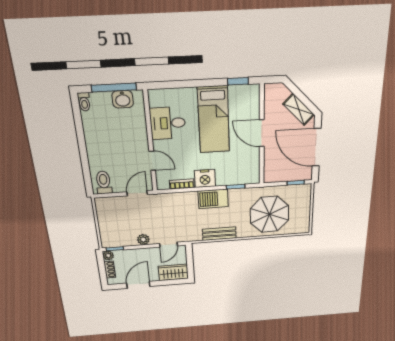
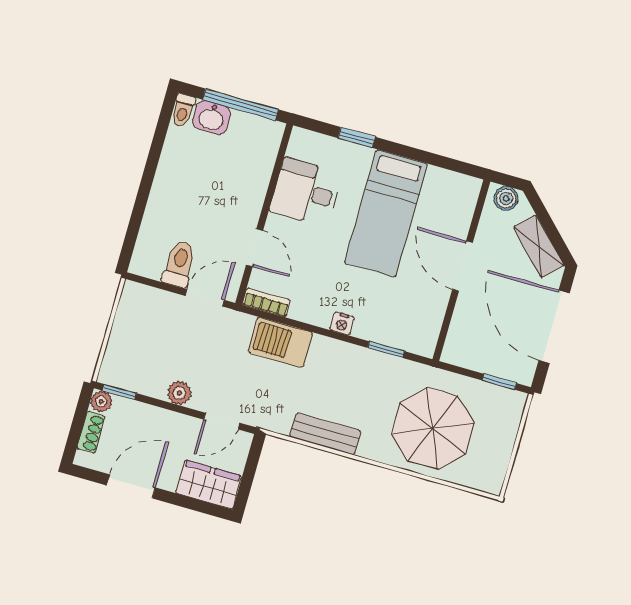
window: (238, 81) -> (357, 137), moved
boiler: (275, 90) -> (506, 198), added
washbasin: (123, 99) -> (212, 117), moved
nightstand: (205, 178) -> (342, 323), width x0.53, depth x0.56
toilet: (104, 182) -> (179, 264), moved
bookcase: (182, 184) -> (266, 302), moved
barbecue: (213, 199) -> (280, 342), moved

